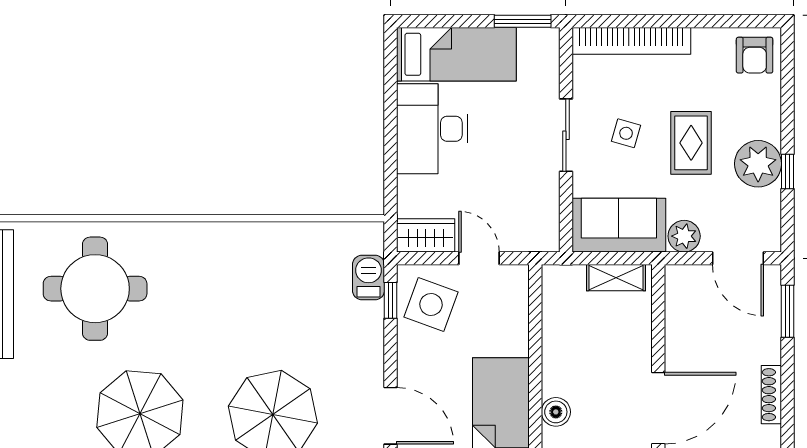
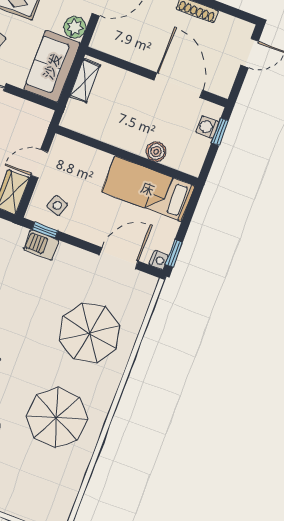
barbecue: (369, 278) -> (41, 245), moved
side table: (431, 304) -> (57, 205), width x0.54, depth x0.54

